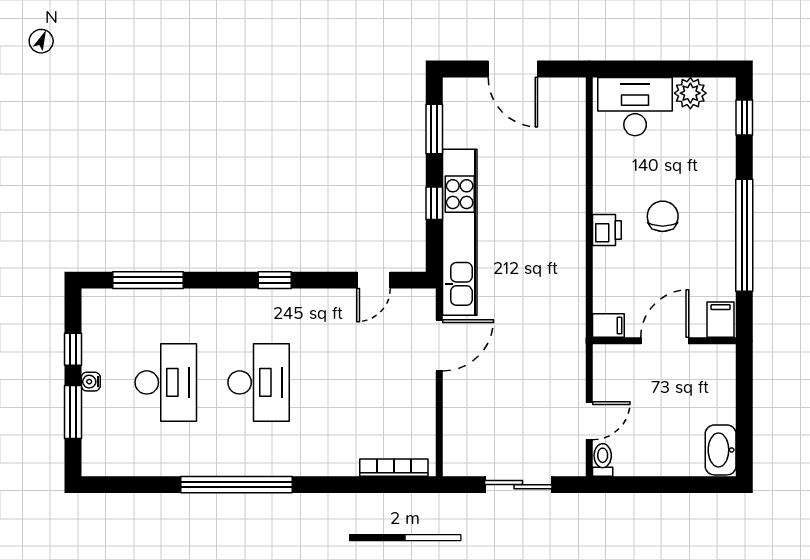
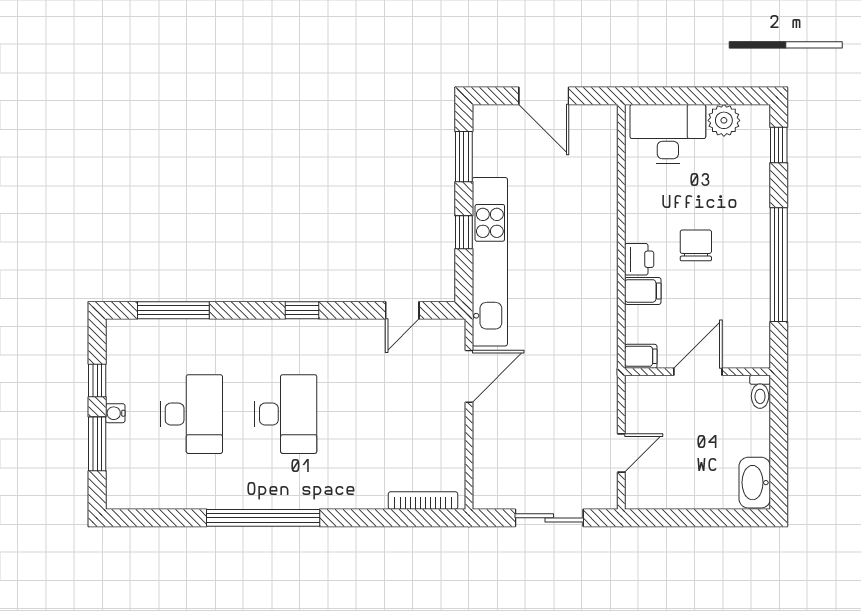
filing cabinet: (721, 320) -> (643, 291), moved, turned 90
toilet: (603, 460) -> (760, 392), moved, turned 180

